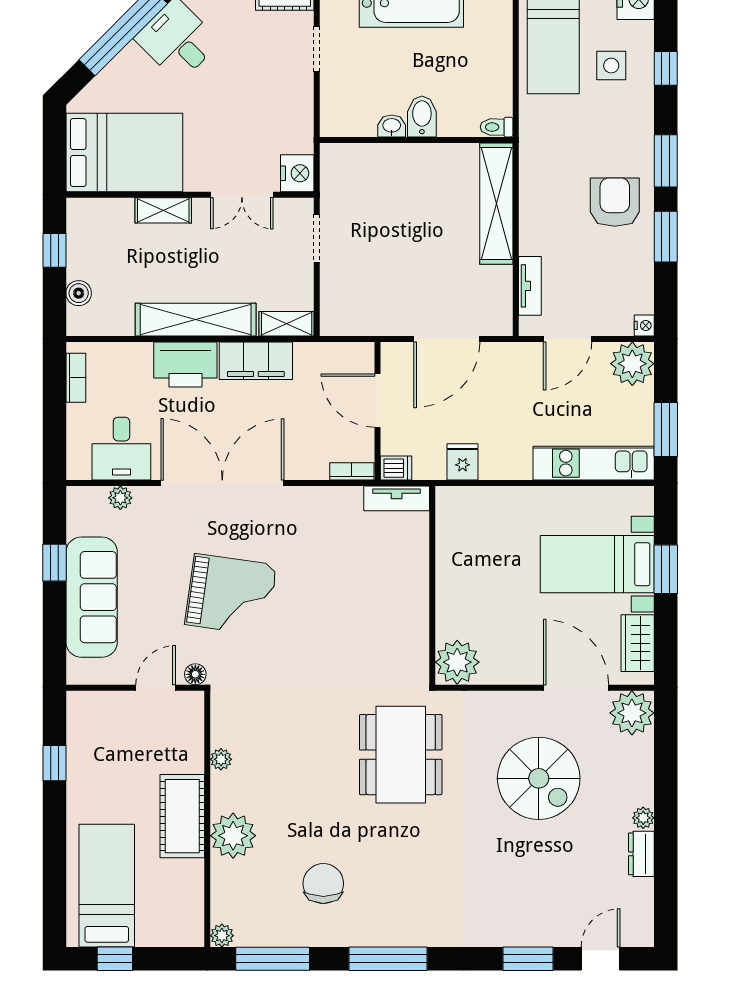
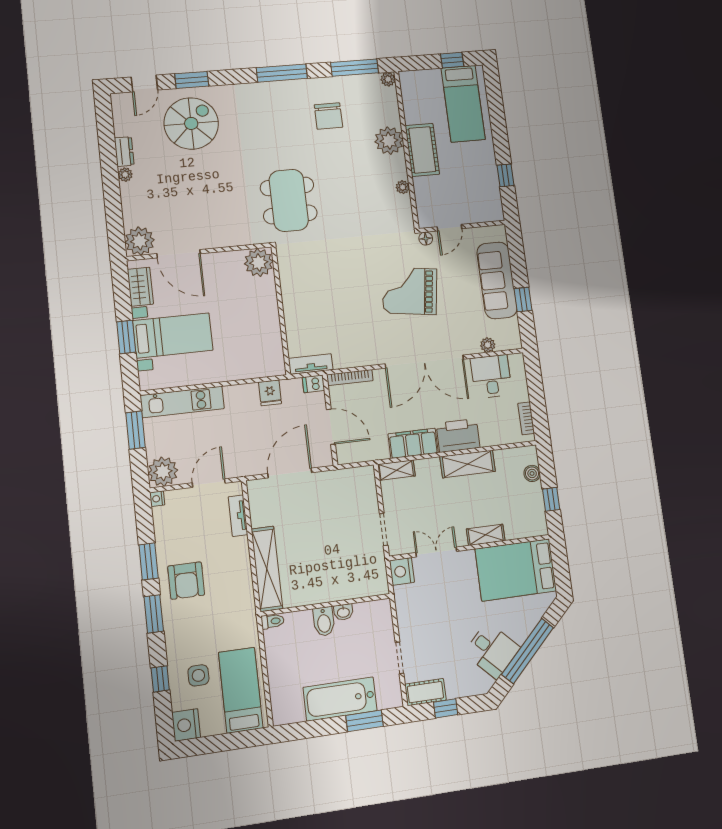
shelving: (196, 320) -> (468, 464), width x0.68
bookcase: (352, 471) -> (350, 378), width x1.56
spiral stairs: (539, 778) -> (191, 123), moved, turned 90

